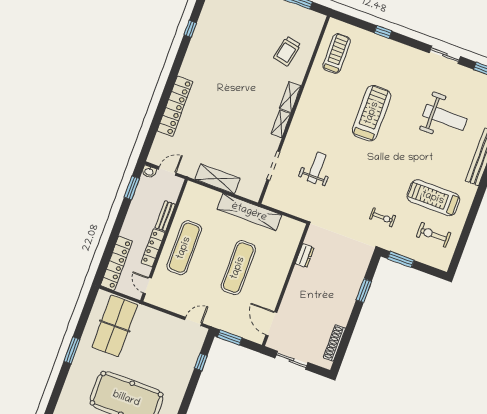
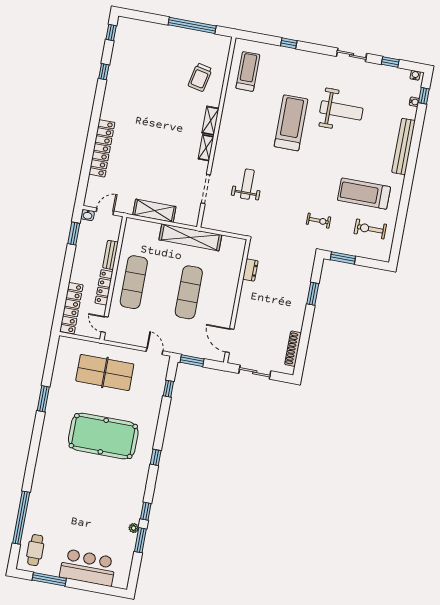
weight bench: (445, 117) -> (341, 110), moved
door: (193, 321) -> (155, 351), hinge flipped
table tennis table: (115, 326) -> (105, 372), moved, turned 90

